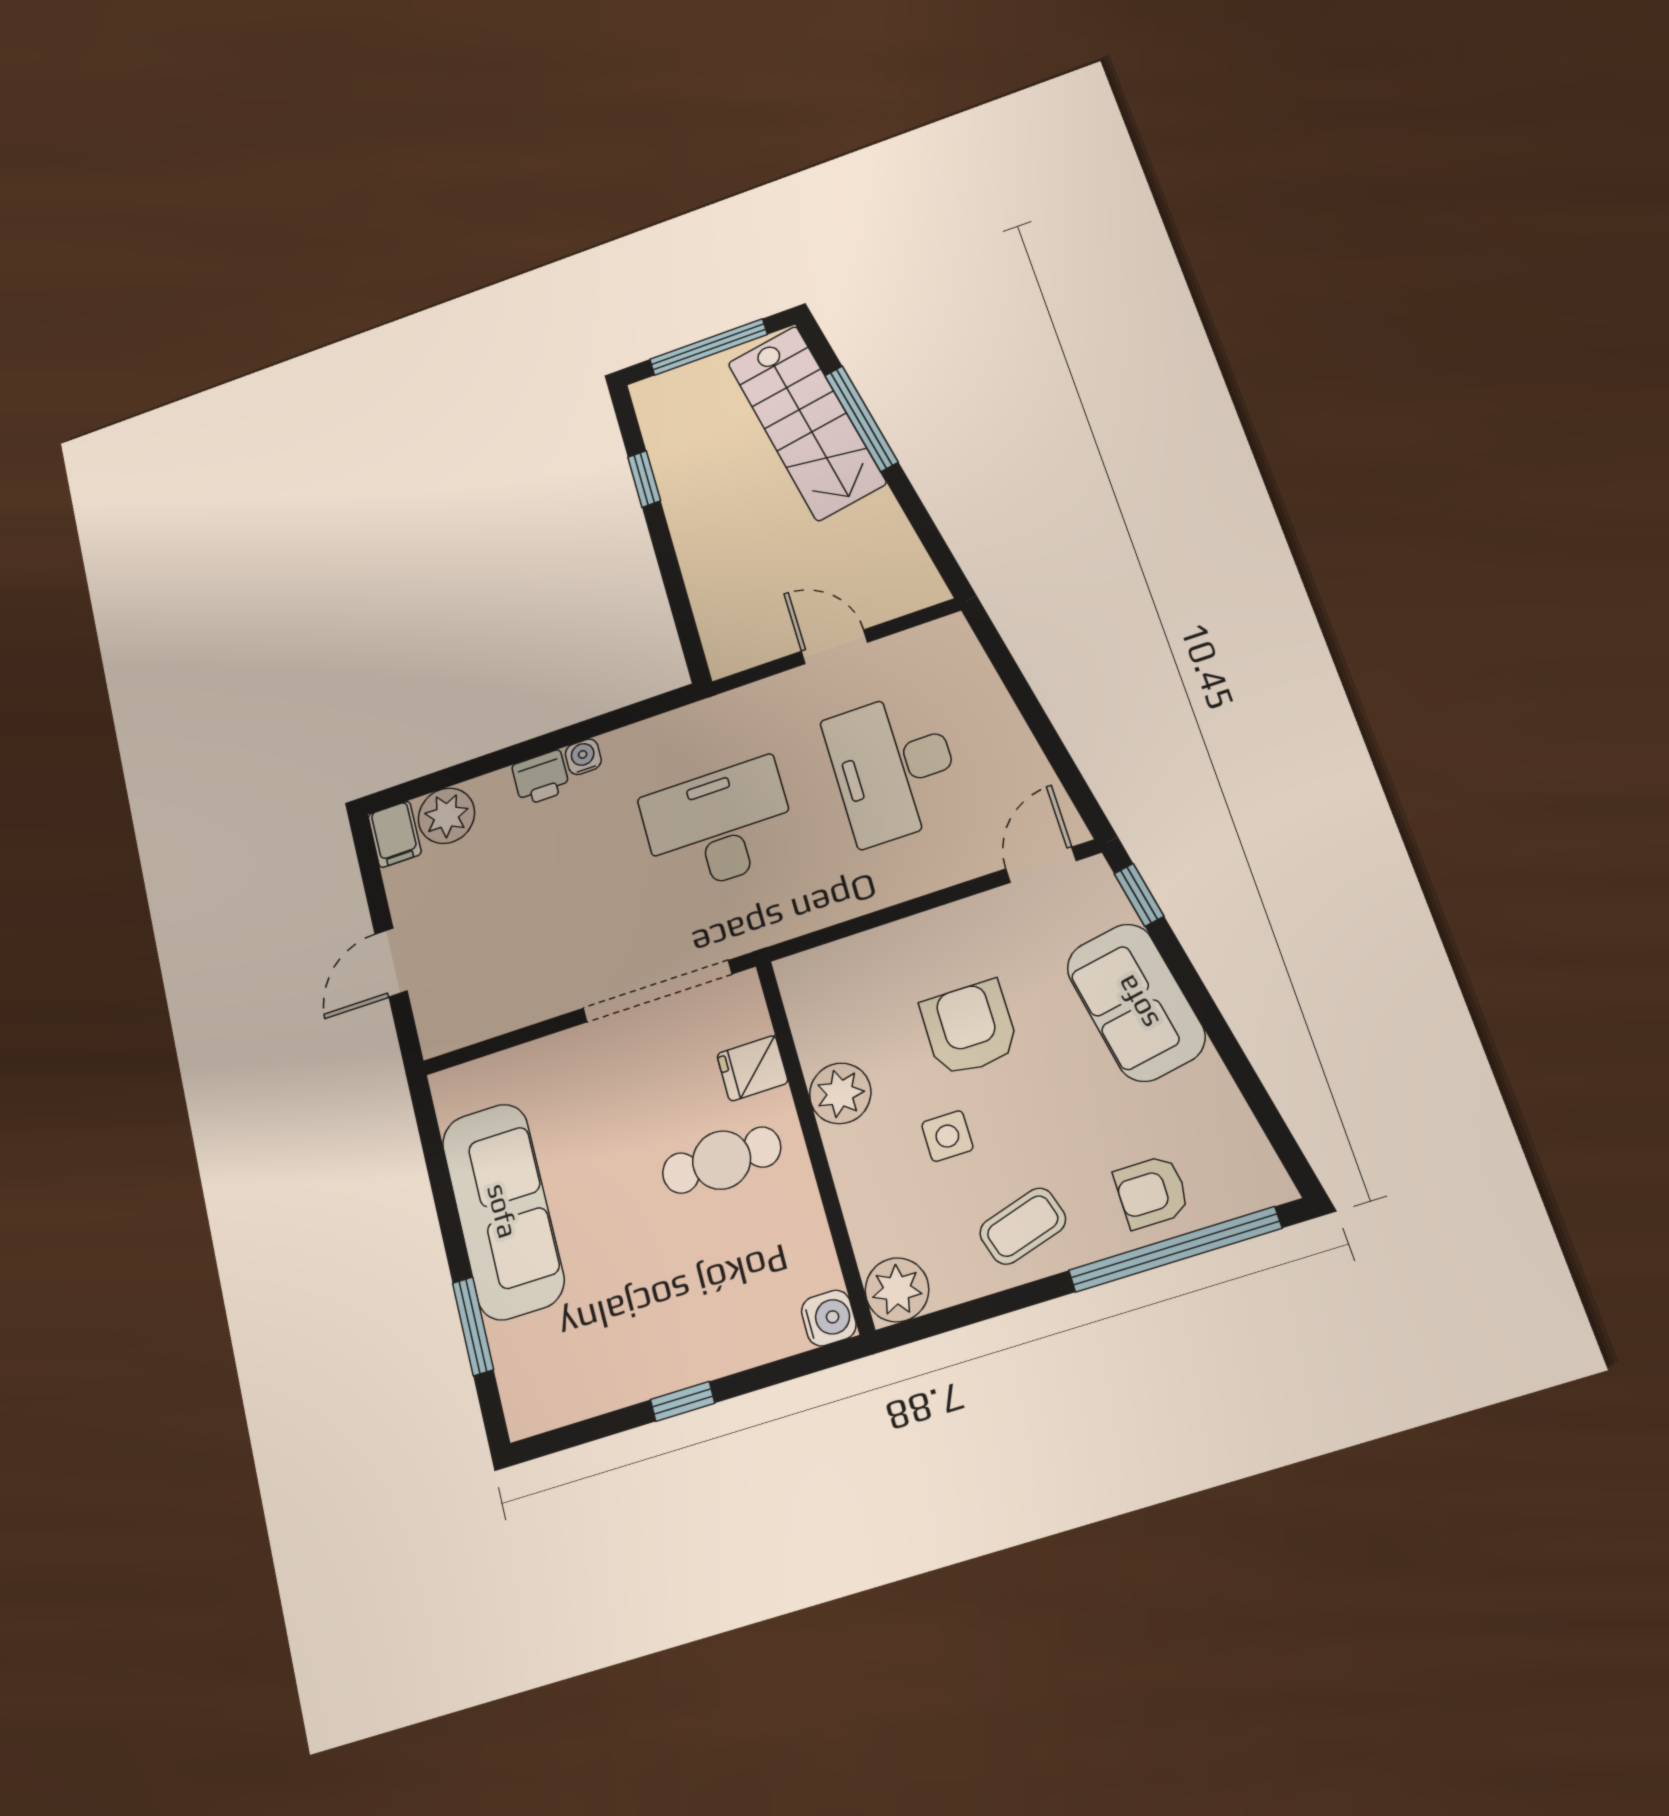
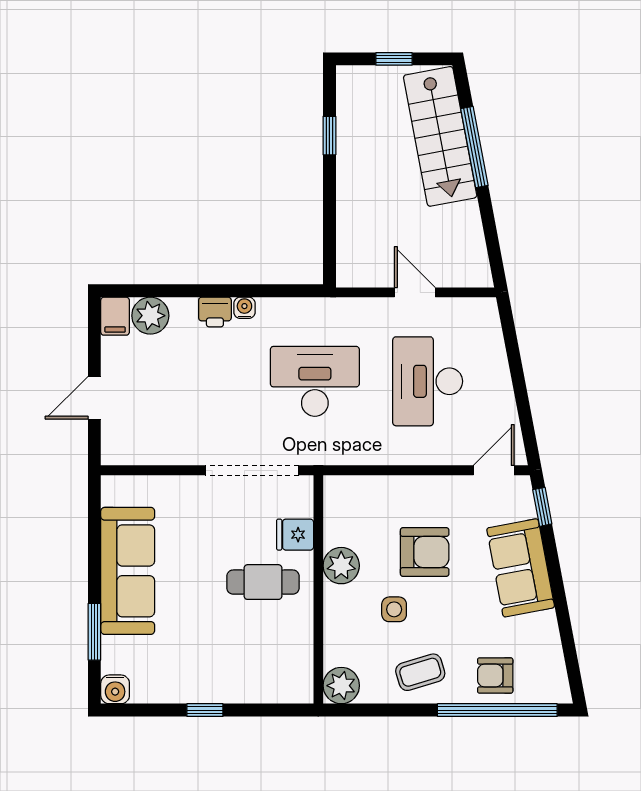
window: (708, 347) -> (394, 59), width x0.46
armchair: (969, 1028) -> (425, 552), turned 90
water cooler: (829, 1318) -> (115, 689), moved, turned 90

